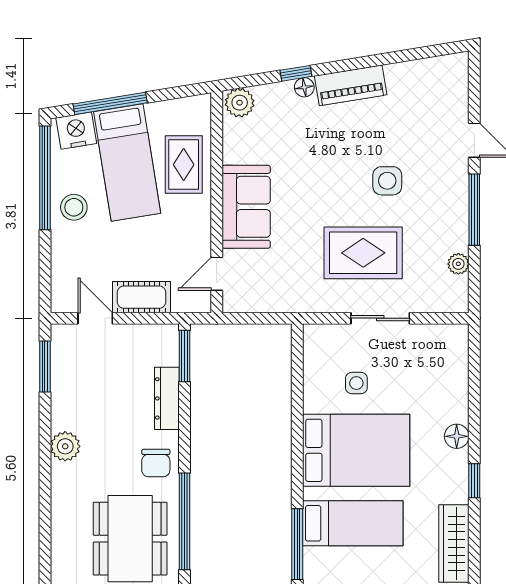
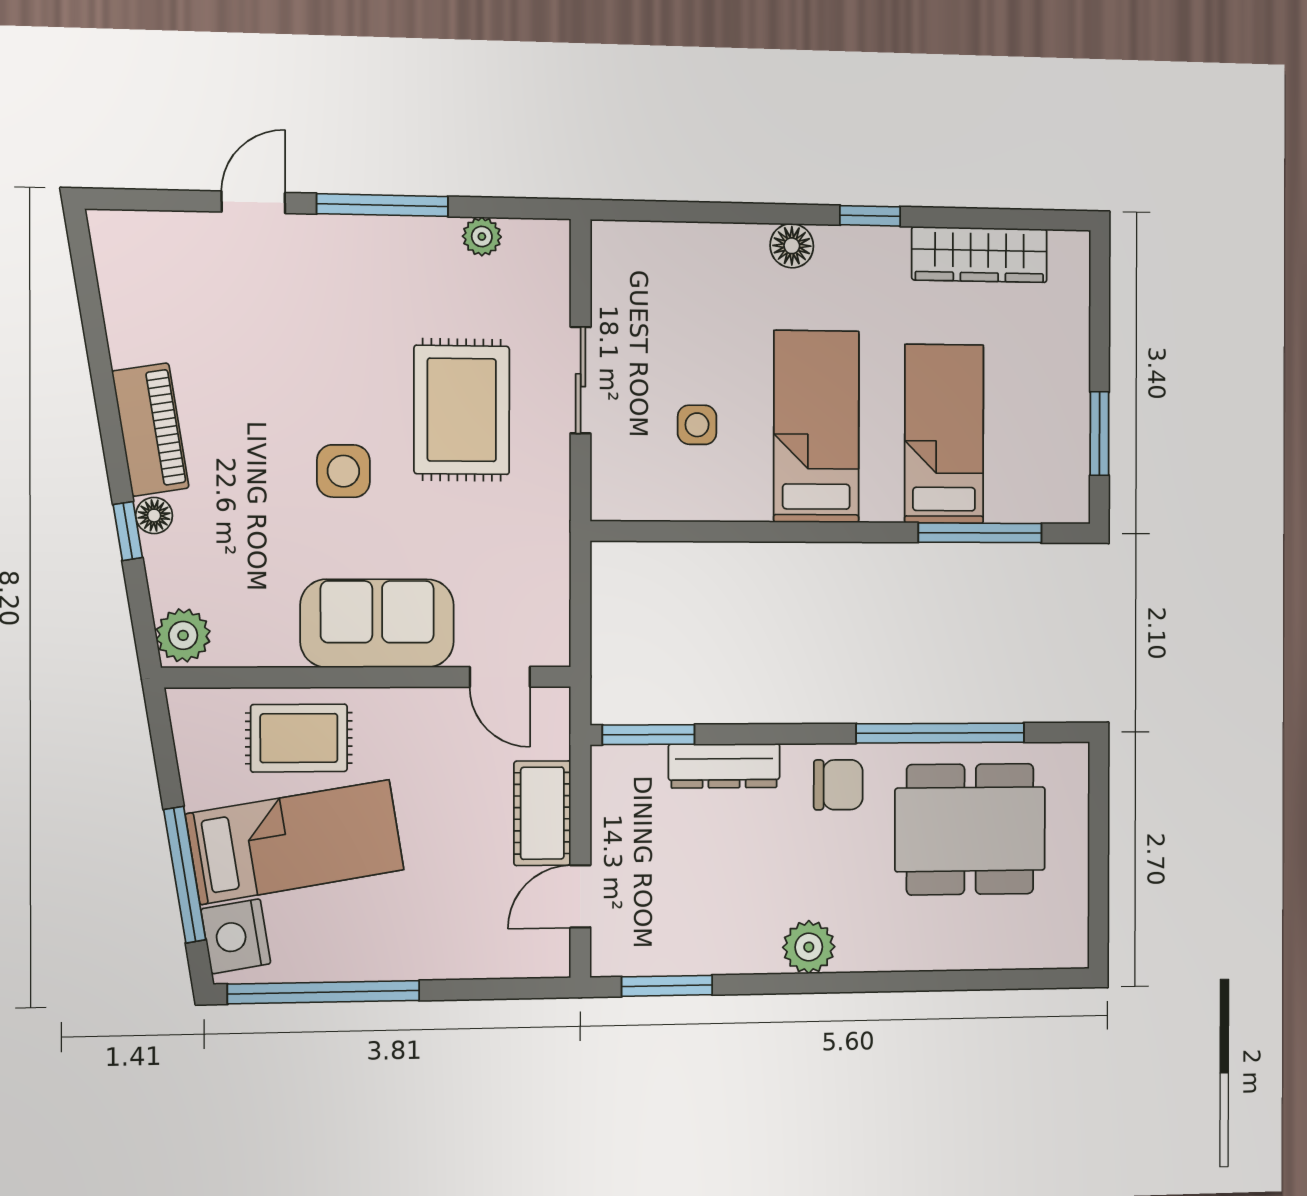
side table: (387, 181) -> (343, 471), moved
stool: (74, 207) -> (378, 938), removed
bed: (356, 450) -> (816, 427), width x0.67

